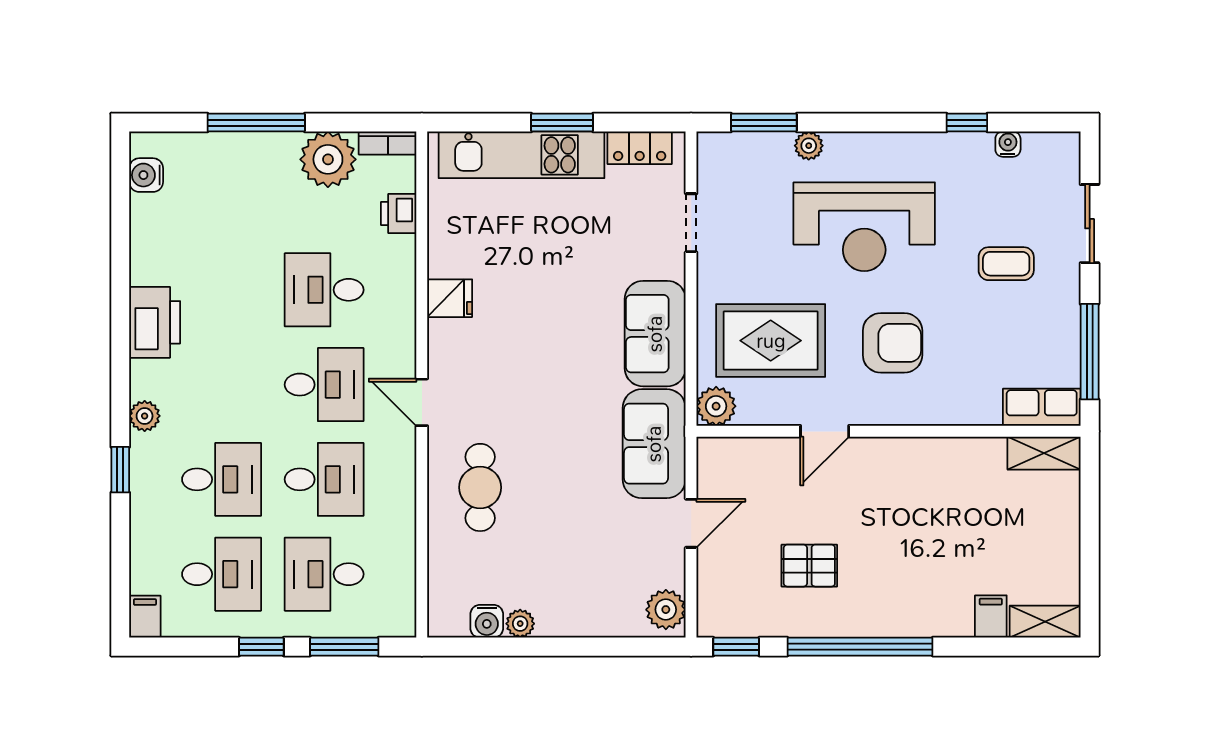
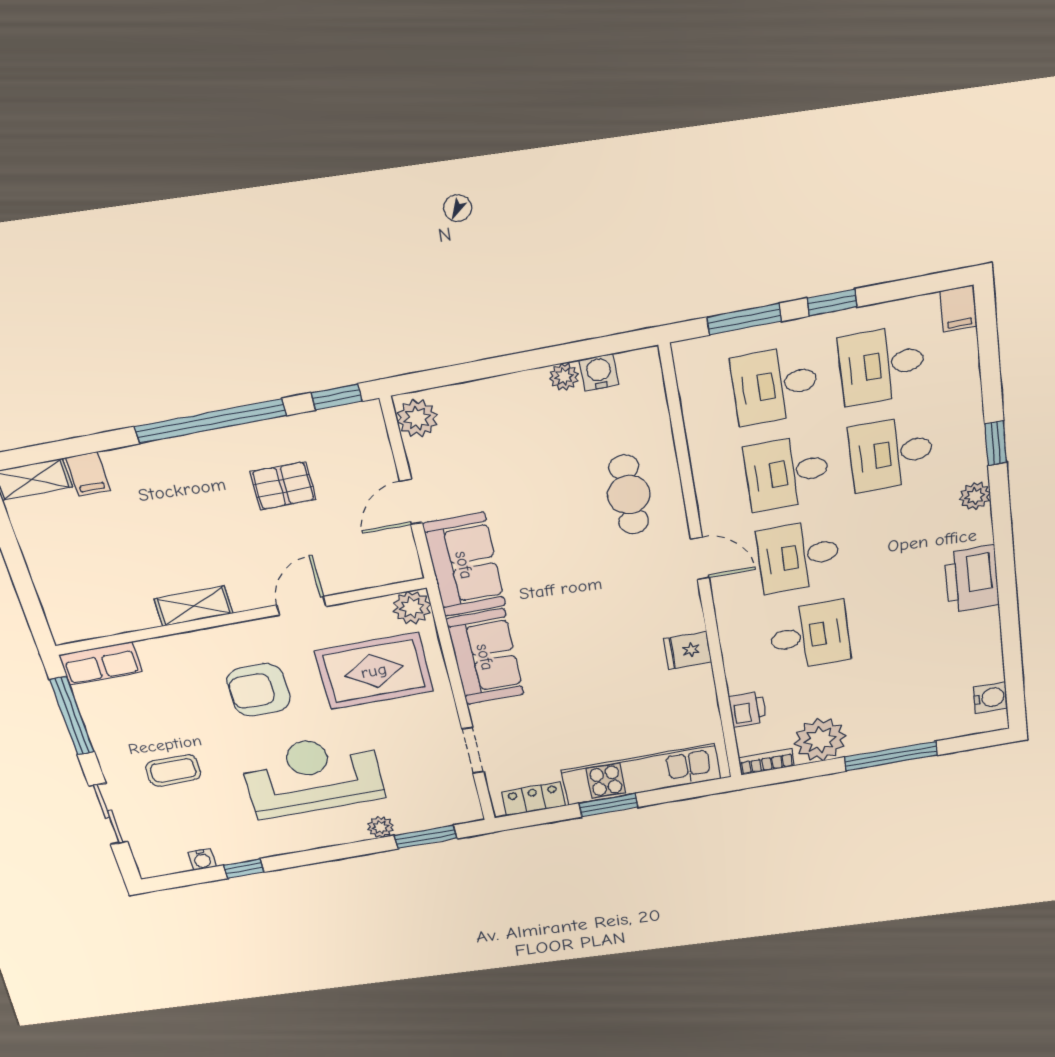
shelving: (1044, 453) -> (194, 606), moved
desk: (324, 574) -> (775, 385), turned 180

